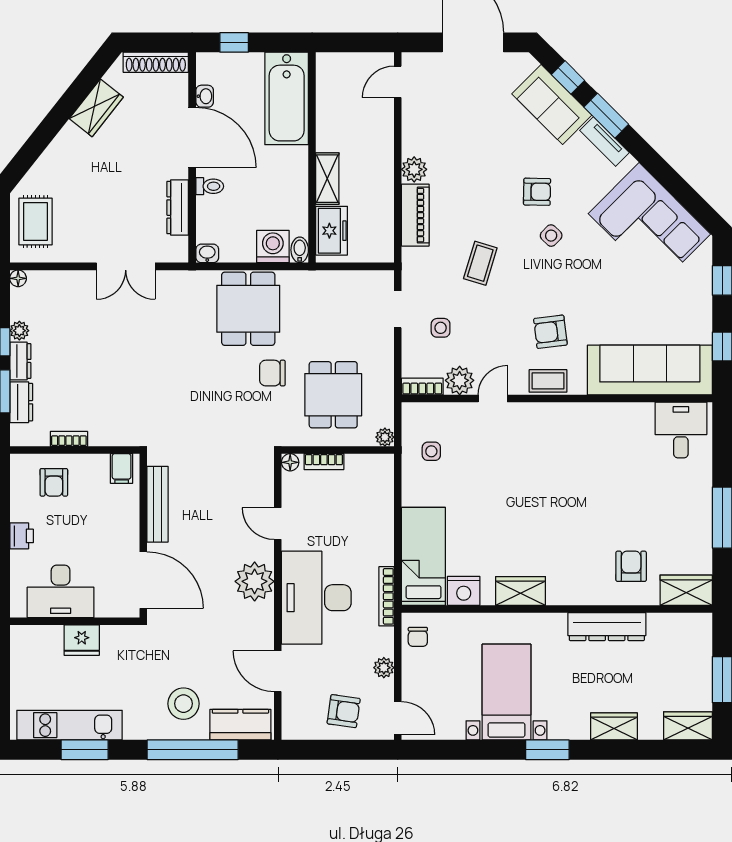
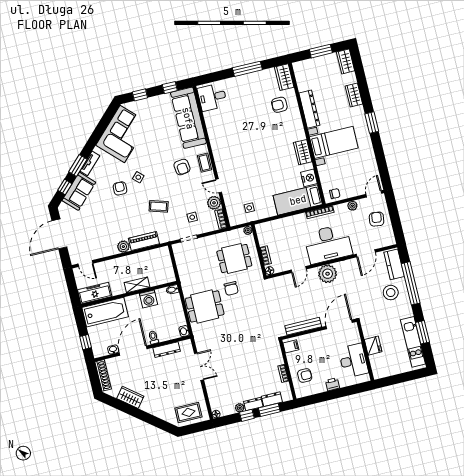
freezer: (332, 231) -> (95, 293), moved, width x1.40
washing machine: (273, 247) -> (148, 299), moved, turned -90
bed with nightstands: (506, 692) -> (334, 142), moved, turned 180

